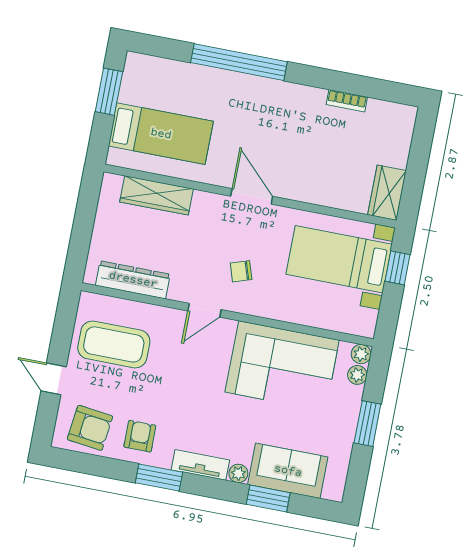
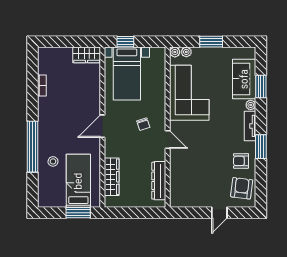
window: (109, 92) -> (78, 213), moved
stool: (205, 94) -> (53, 161), added
coffee table: (114, 344) -> (195, 184), removed

